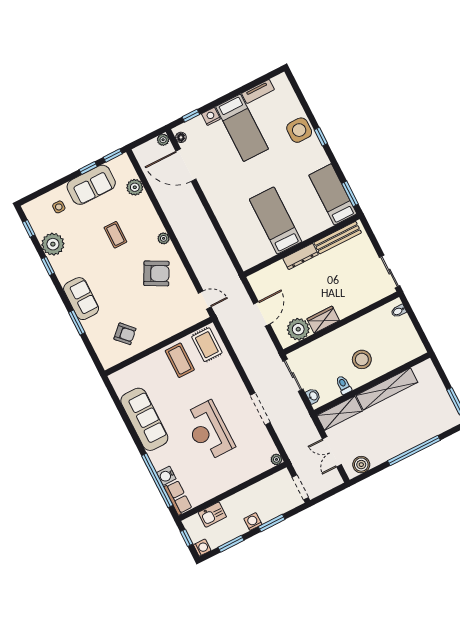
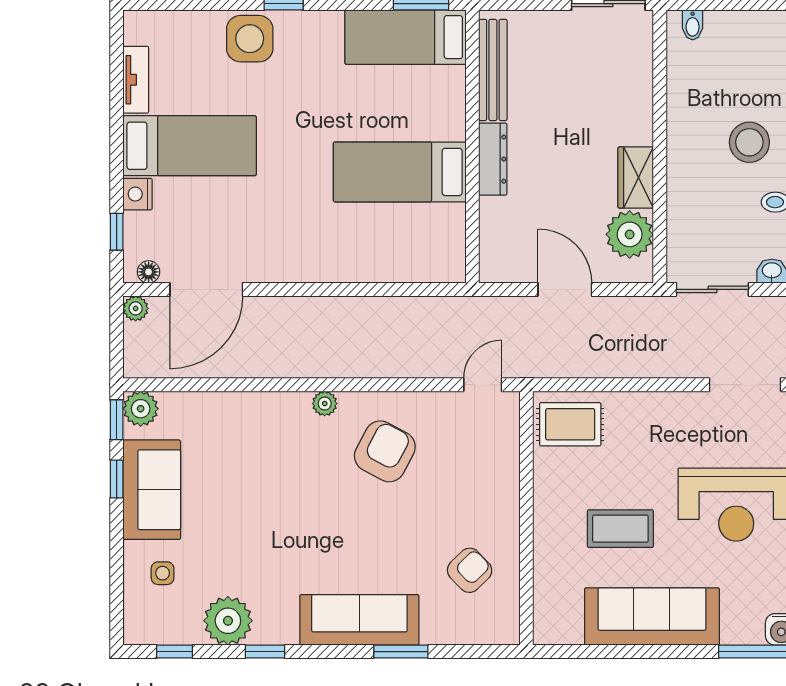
plant: (135, 187) -> (141, 409), moved
coffee table: (115, 235) -> (271, 492), removed
sofa: (81, 299) -> (359, 620), width x1.36
coffee table: (180, 360) -> (620, 529), moved

